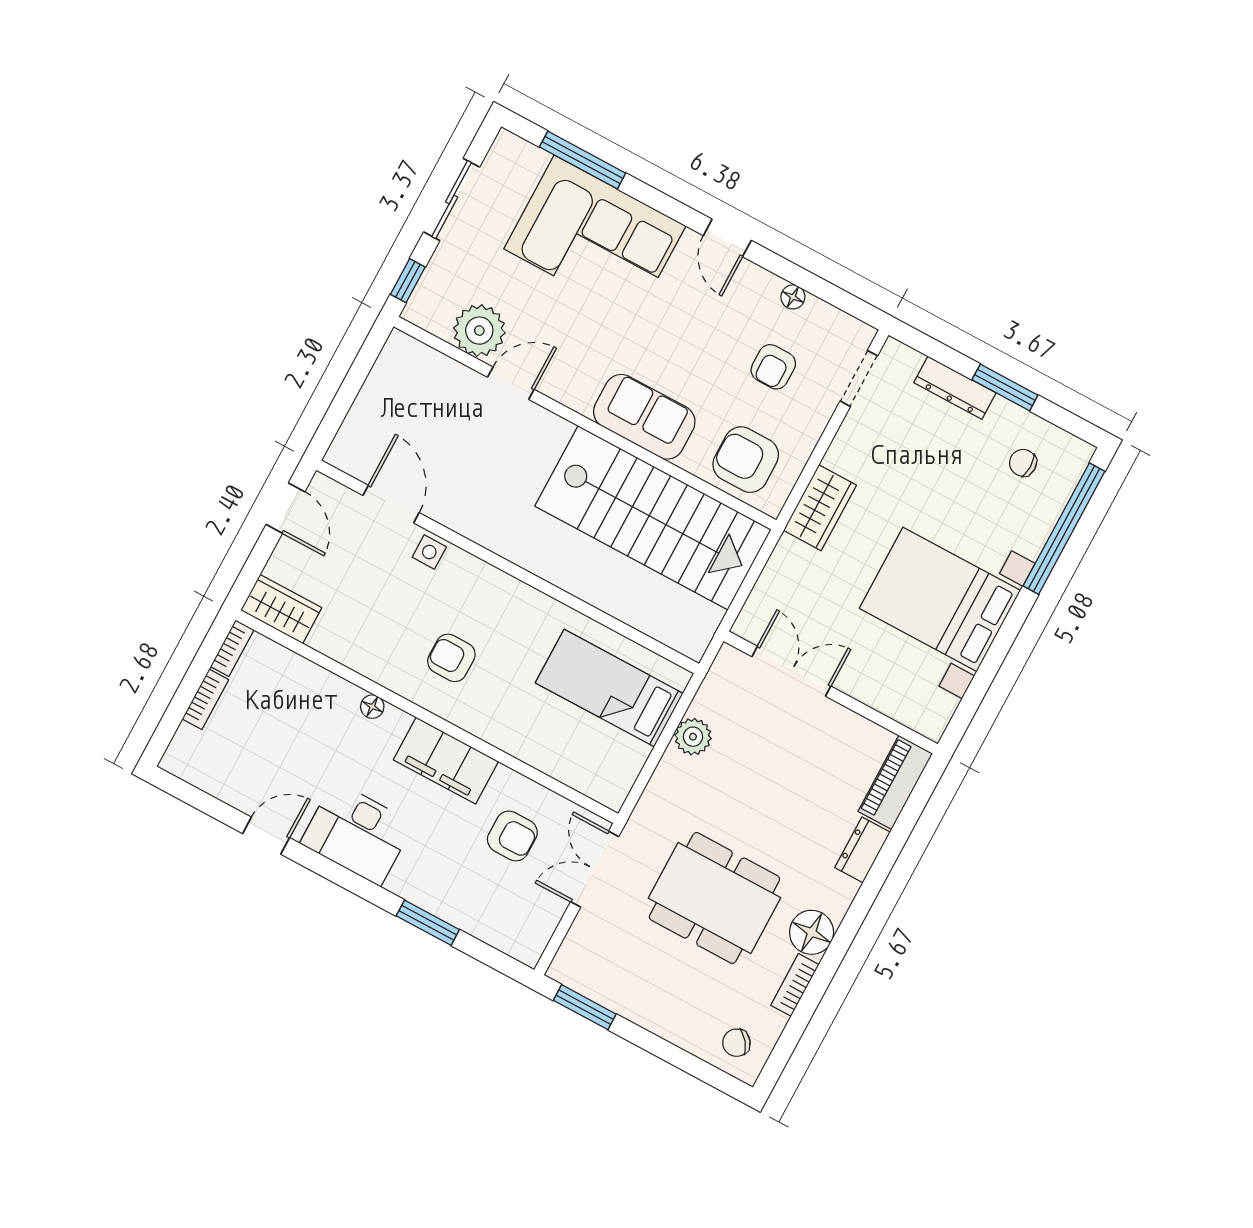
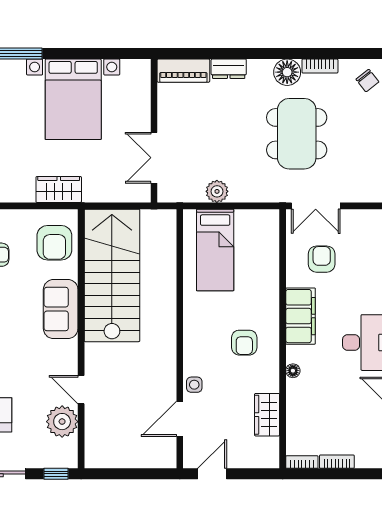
wardrobe: (281, 609) -> (267, 415), moved

